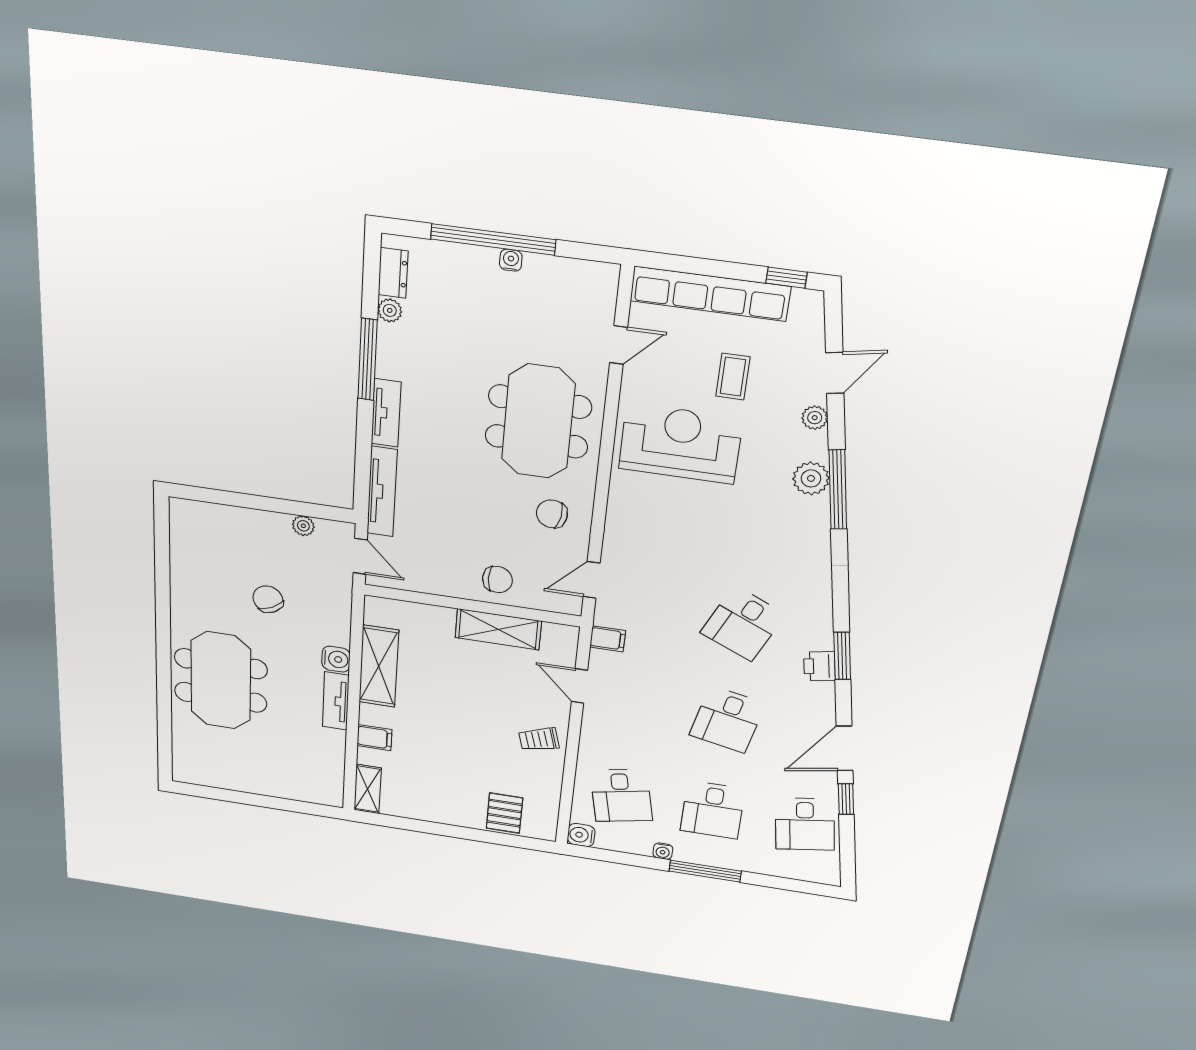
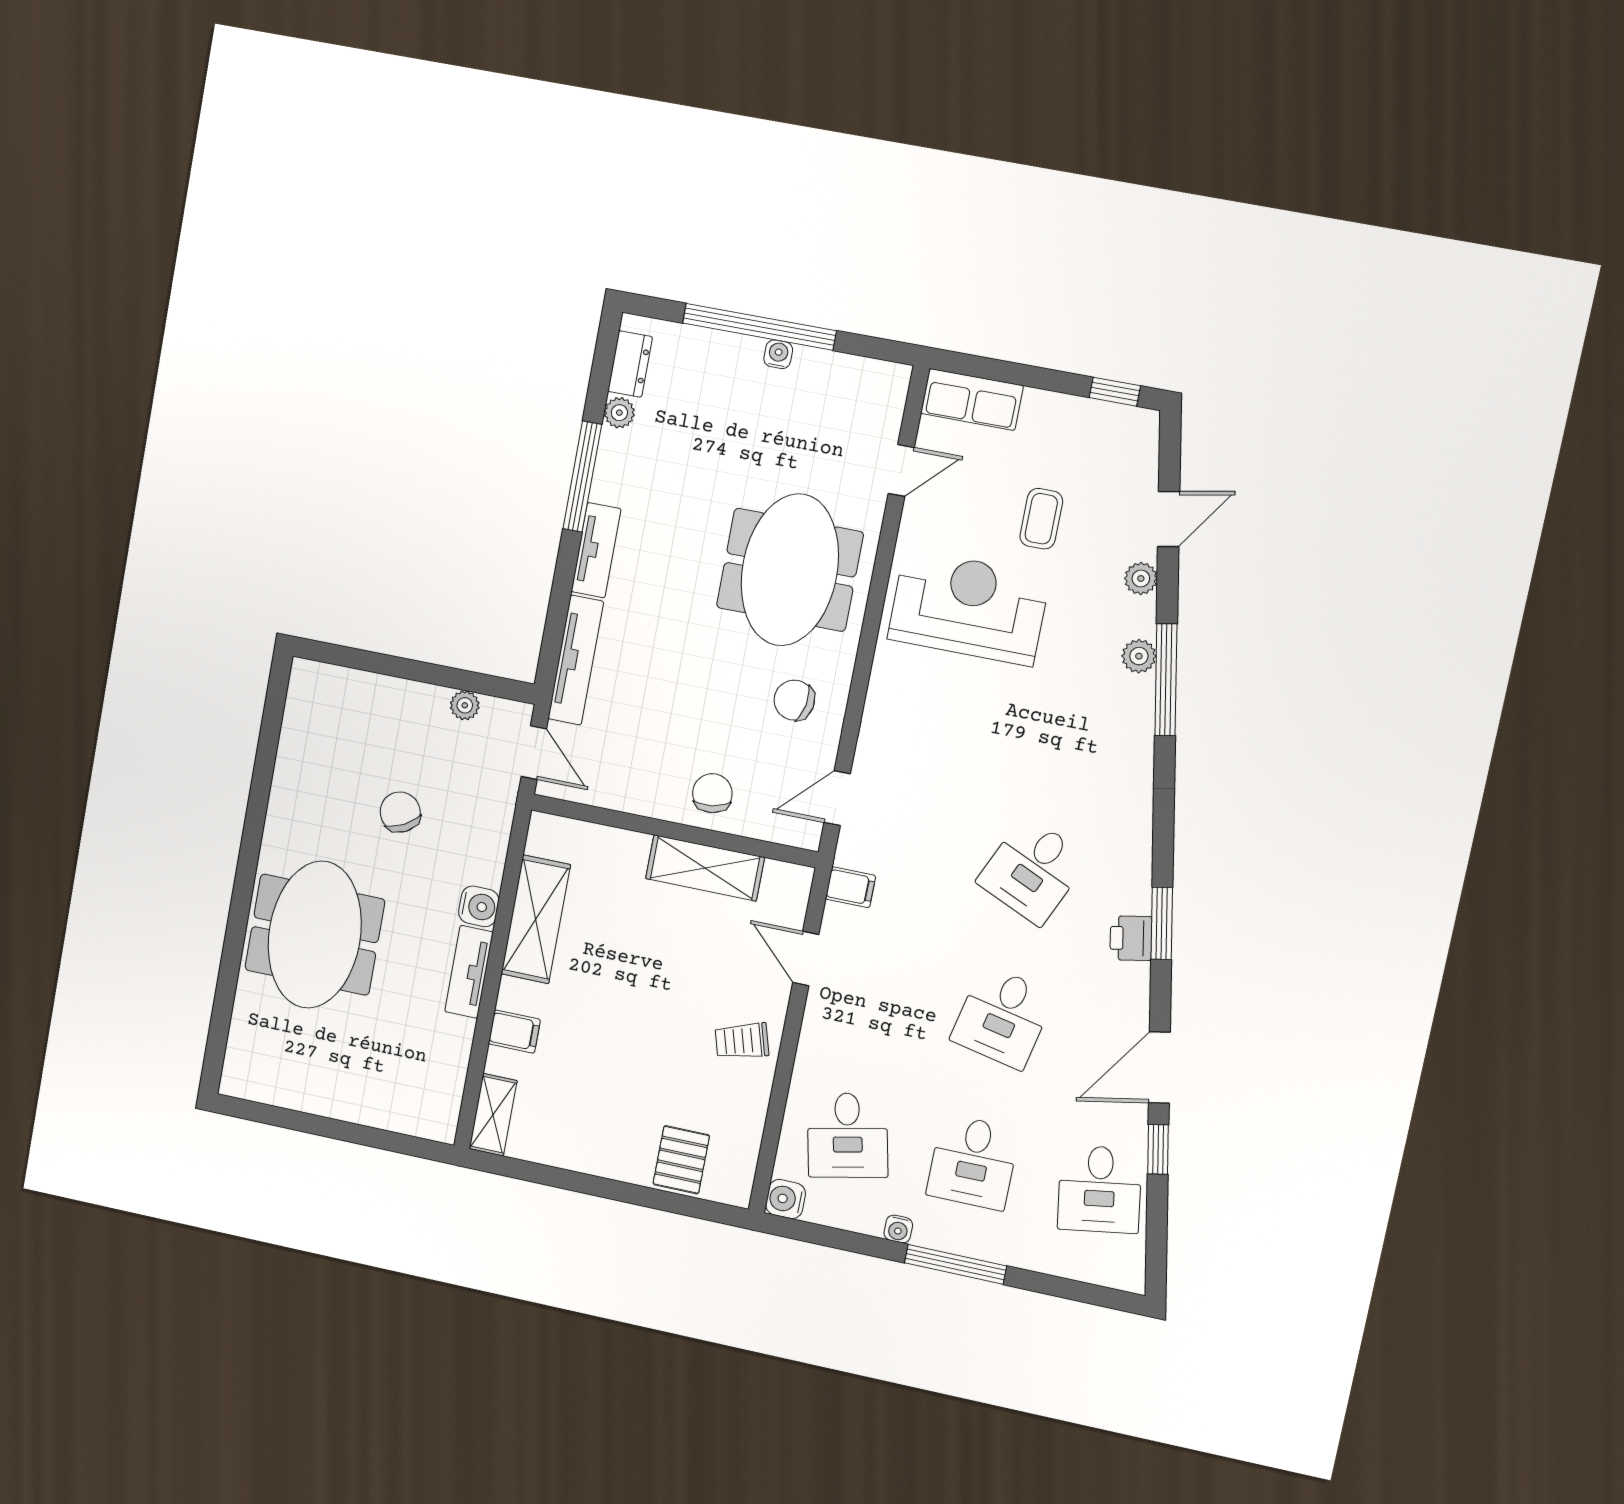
row of seats: (710, 294) -> (972, 399), width x0.50
plant: (811, 478) -> (1139, 656), width x0.73, depth x0.73
chair: (497, 579) -> (712, 793), turned -99

